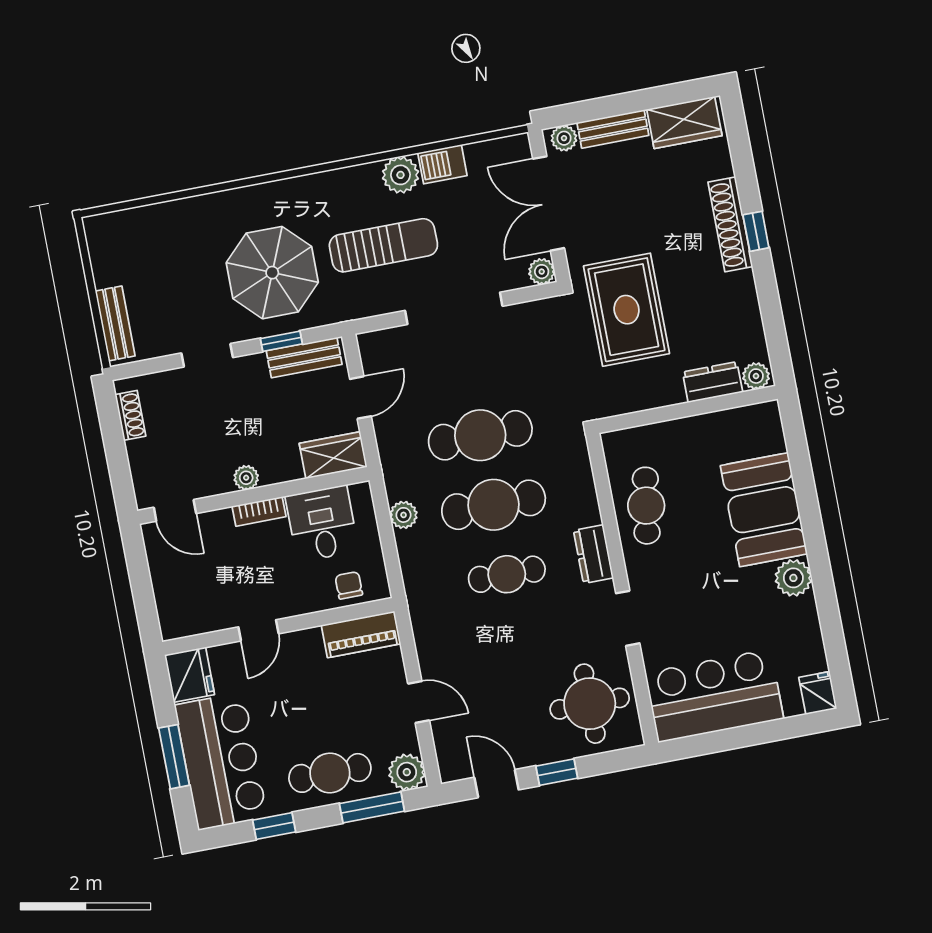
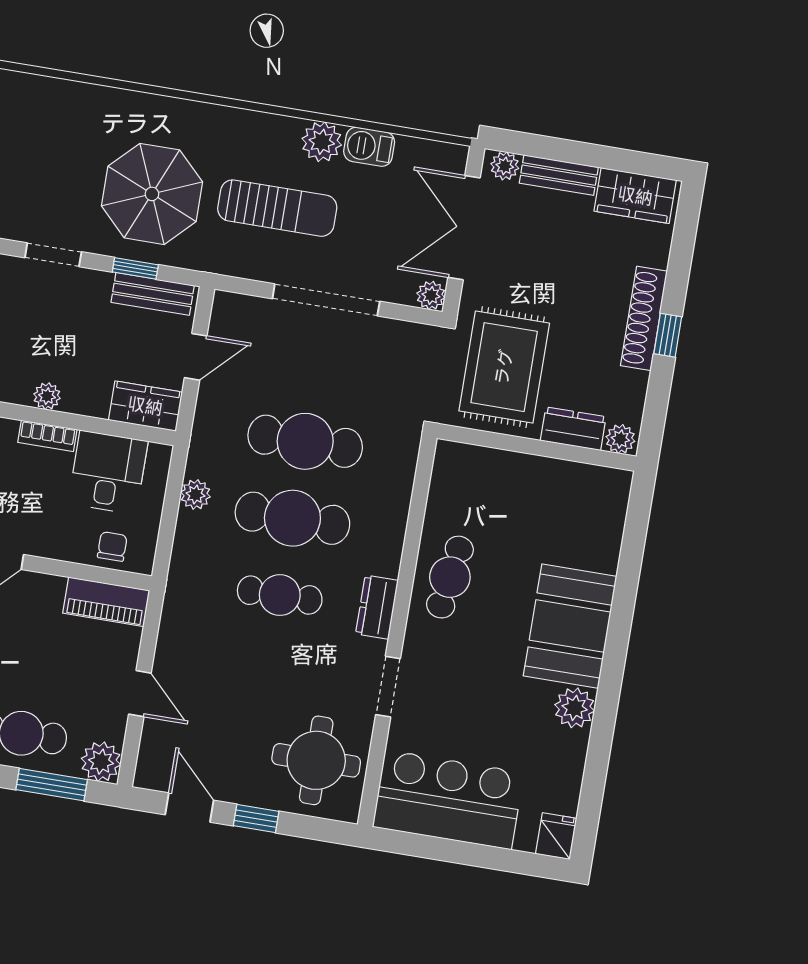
plant: (756, 376) -> (620, 439), moved
dresser: (713, 382) -> (573, 429), moved
wall: (687, 409) -> (537, 447), moved

